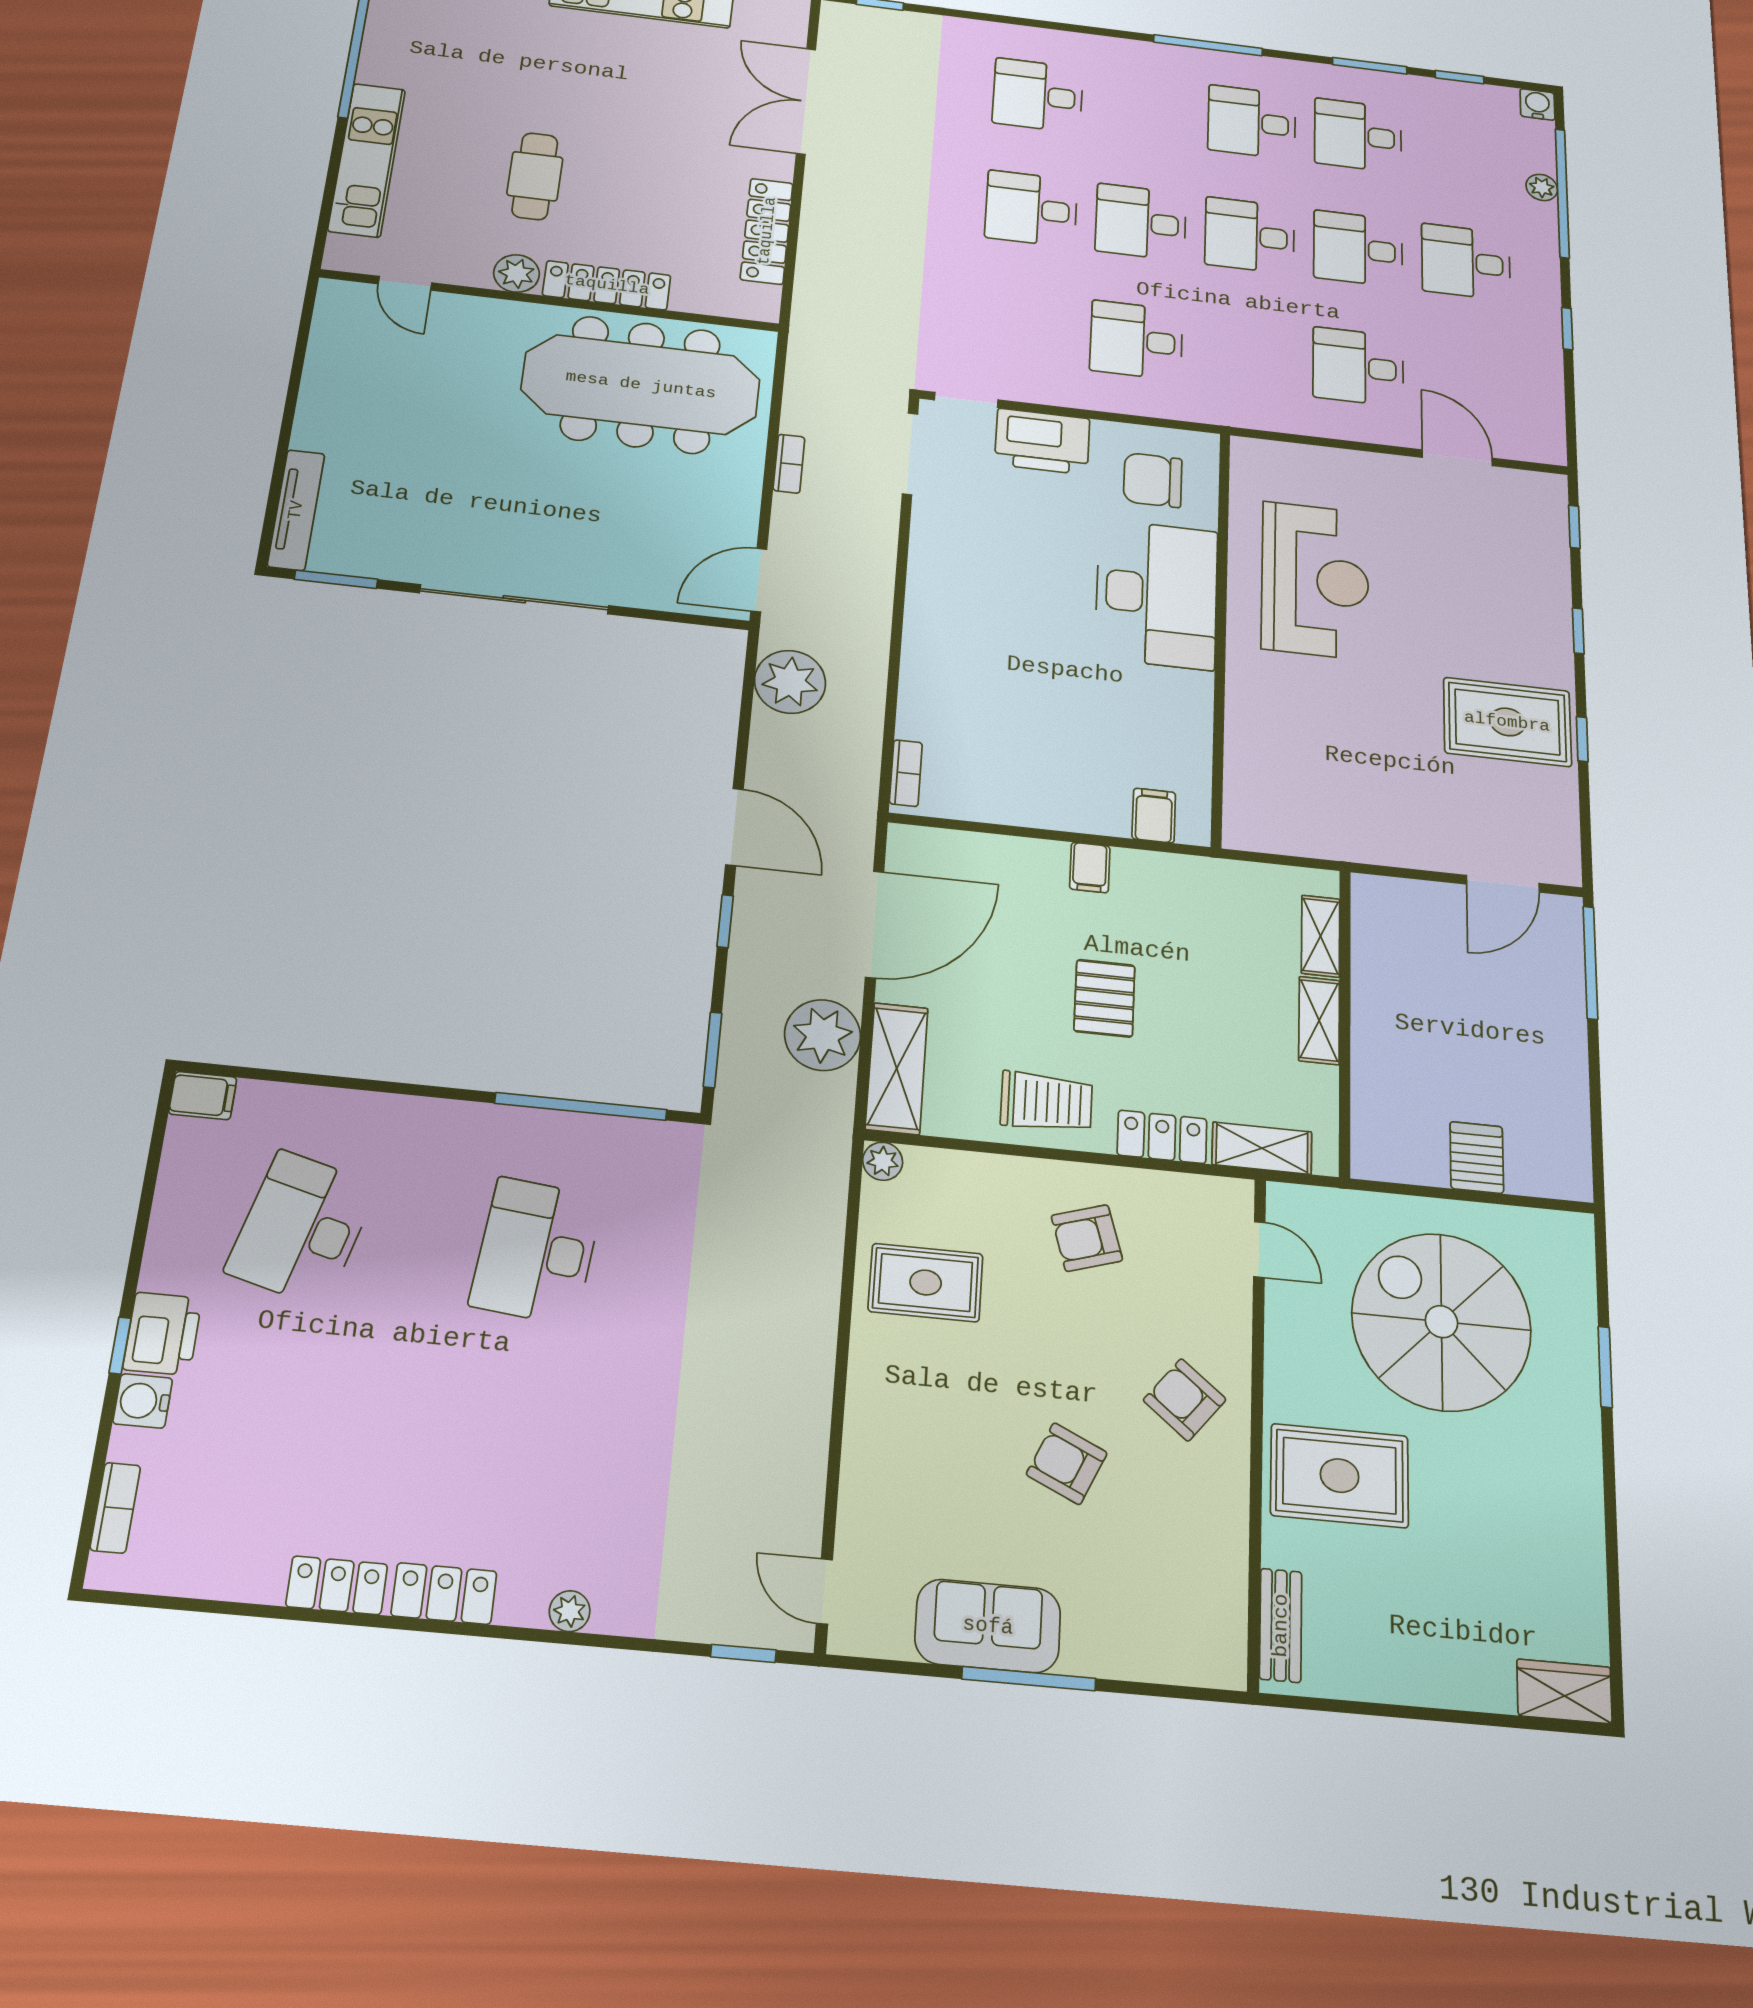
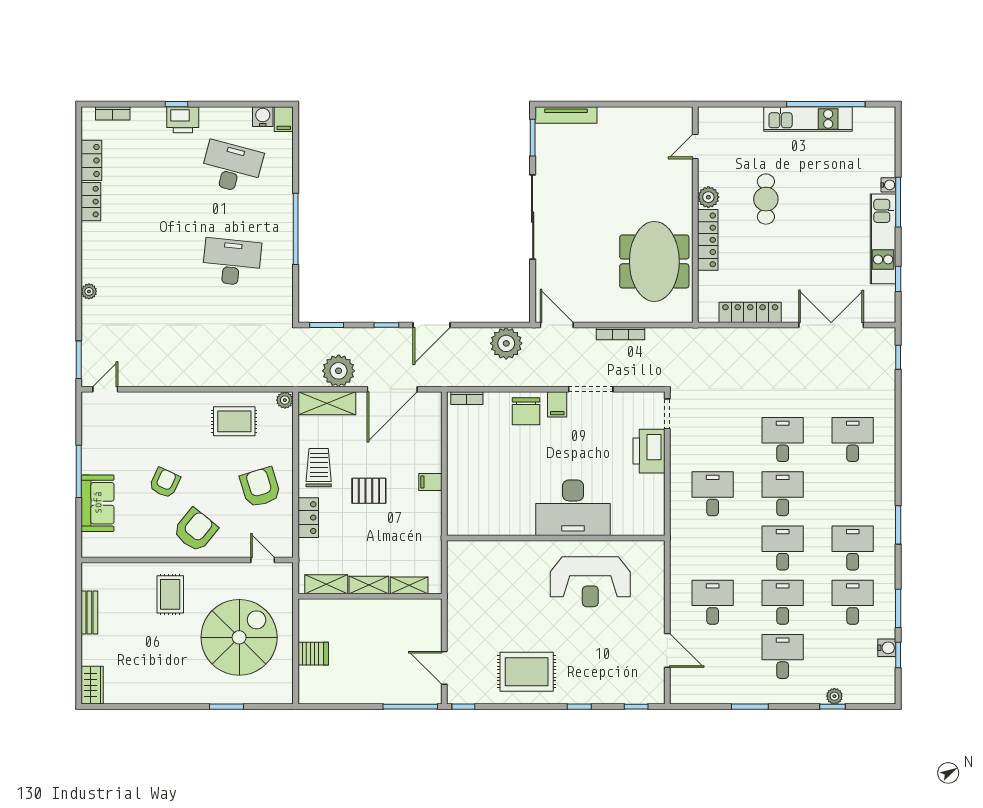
window: (1208, 45) -> (898, 525), width x0.69
water cooler: (1537, 104) -> (887, 648), moved
kitchen unit: (367, 160) -> (808, 119), moved
cafe table: (535, 176) -> (766, 199), turned 90
window: (1562, 193) -> (833, 707), width x0.32
window: (1567, 329) -> (750, 707), width x1.50
meeting table: (641, 385) -> (654, 261), width x0.73
doorway: (910, 454) -> (591, 389), moved
door: (1457, 458) -> (667, 650), hinge flipped
bookcase: (789, 464) -> (621, 334), width x1.56
chair: (1153, 480) -> (526, 411), moved, turned 180
rug: (1507, 722) -> (527, 672), turned 90
window: (1582, 739) -> (463, 707), moved
filing cabinet: (1154, 816) -> (557, 404), moved, turned 90
door: (875, 924) -> (392, 389), hinge flipped
trolley: (1046, 1102) -> (319, 468), turned 180
window: (581, 1106) -> (296, 229), moved
shelving: (1262, 1148) -> (326, 584), moved, turned 90
armchair: (1087, 1238) -> (260, 487), width x1.38, depth x1.38
door: (1259, 1250) -> (263, 560), swing flipped
rug: (926, 1283) -> (234, 421), turned 90
armchair: (1185, 1400) -> (195, 530), width x1.38, depth x1.38
water cooler: (143, 1401) -> (263, 117), moved
rug: (1340, 1476) -> (170, 594), width x0.73, depth x0.70
locker: (444, 1594) -> (91, 160), moved
bench: (1281, 1625) -> (89, 613), moved, turned 90
sofa: (988, 1626) -> (98, 503), moved
window: (743, 1653) -> (79, 360), width x1.50

